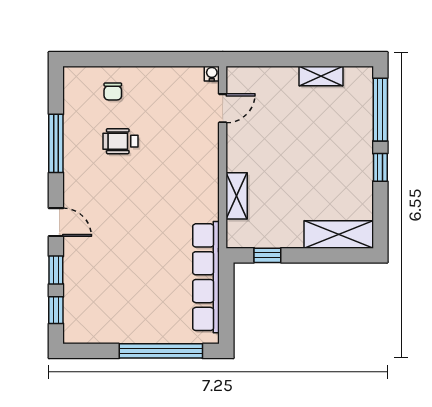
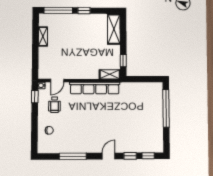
window: (187, 59) -> (35, 97), added
door: (223, 108) -> (57, 80), swing flipped
wheelchair: (120, 141) -> (54, 105), moved
shelving: (237, 196) -> (110, 74), moved
row of seats: (206, 277) -> (95, 88), moved

